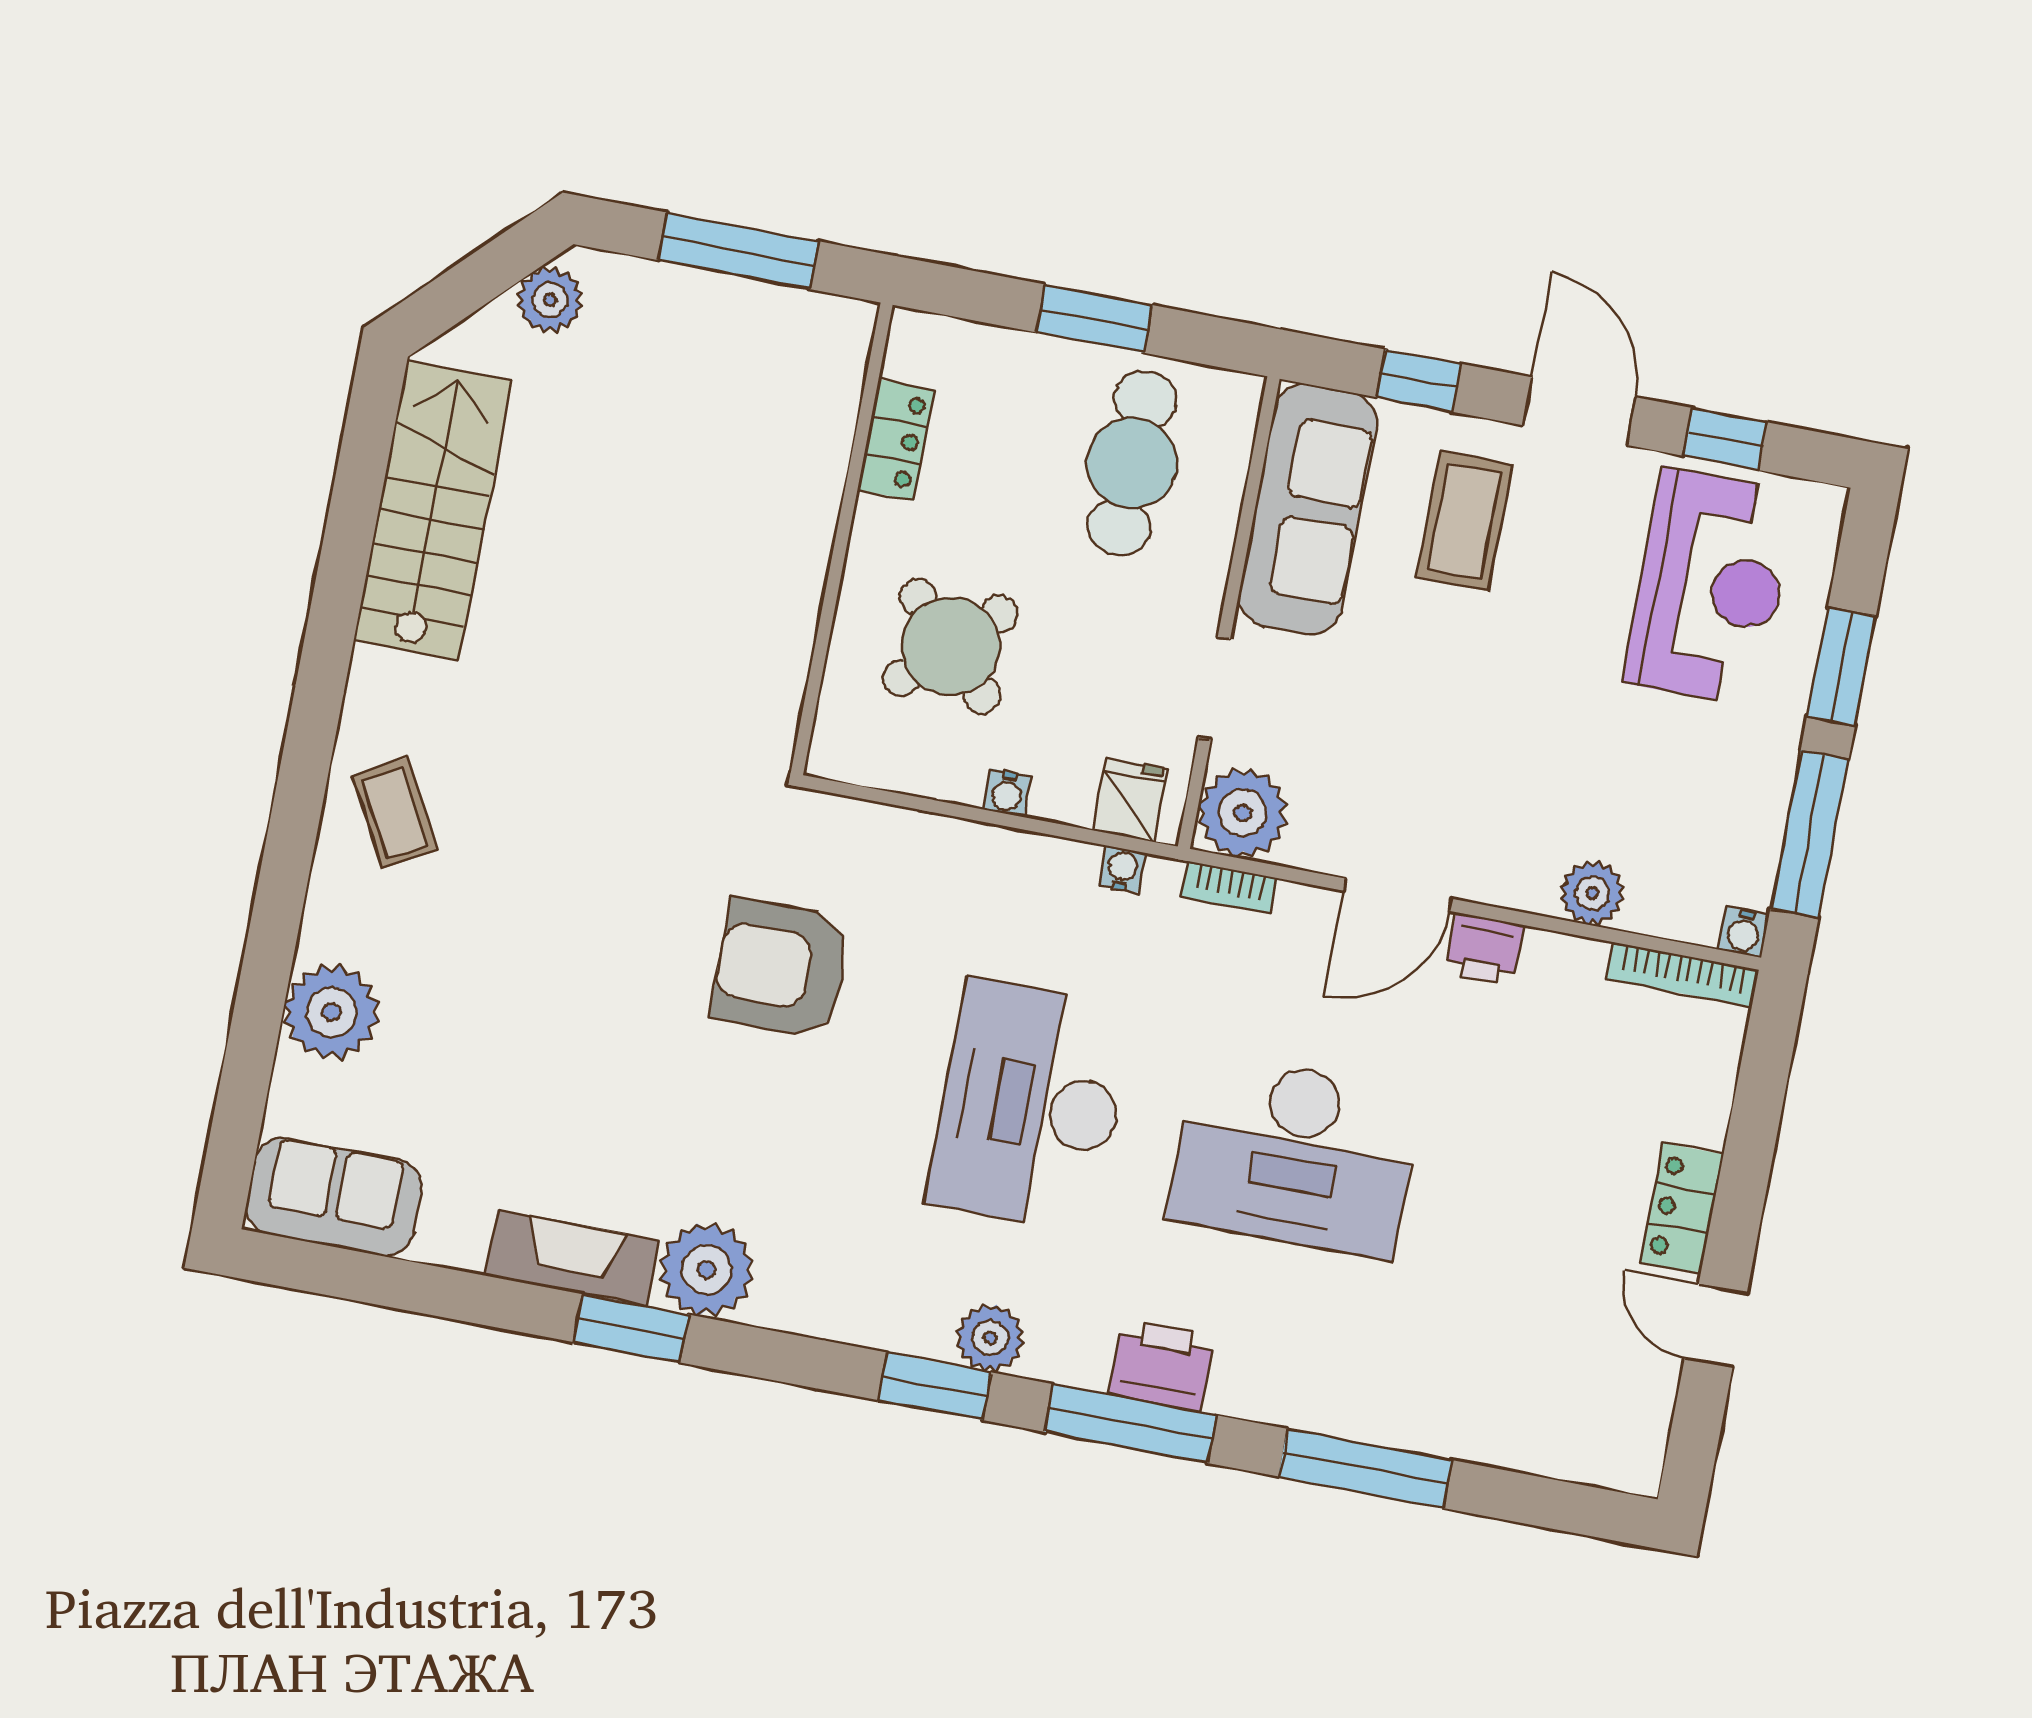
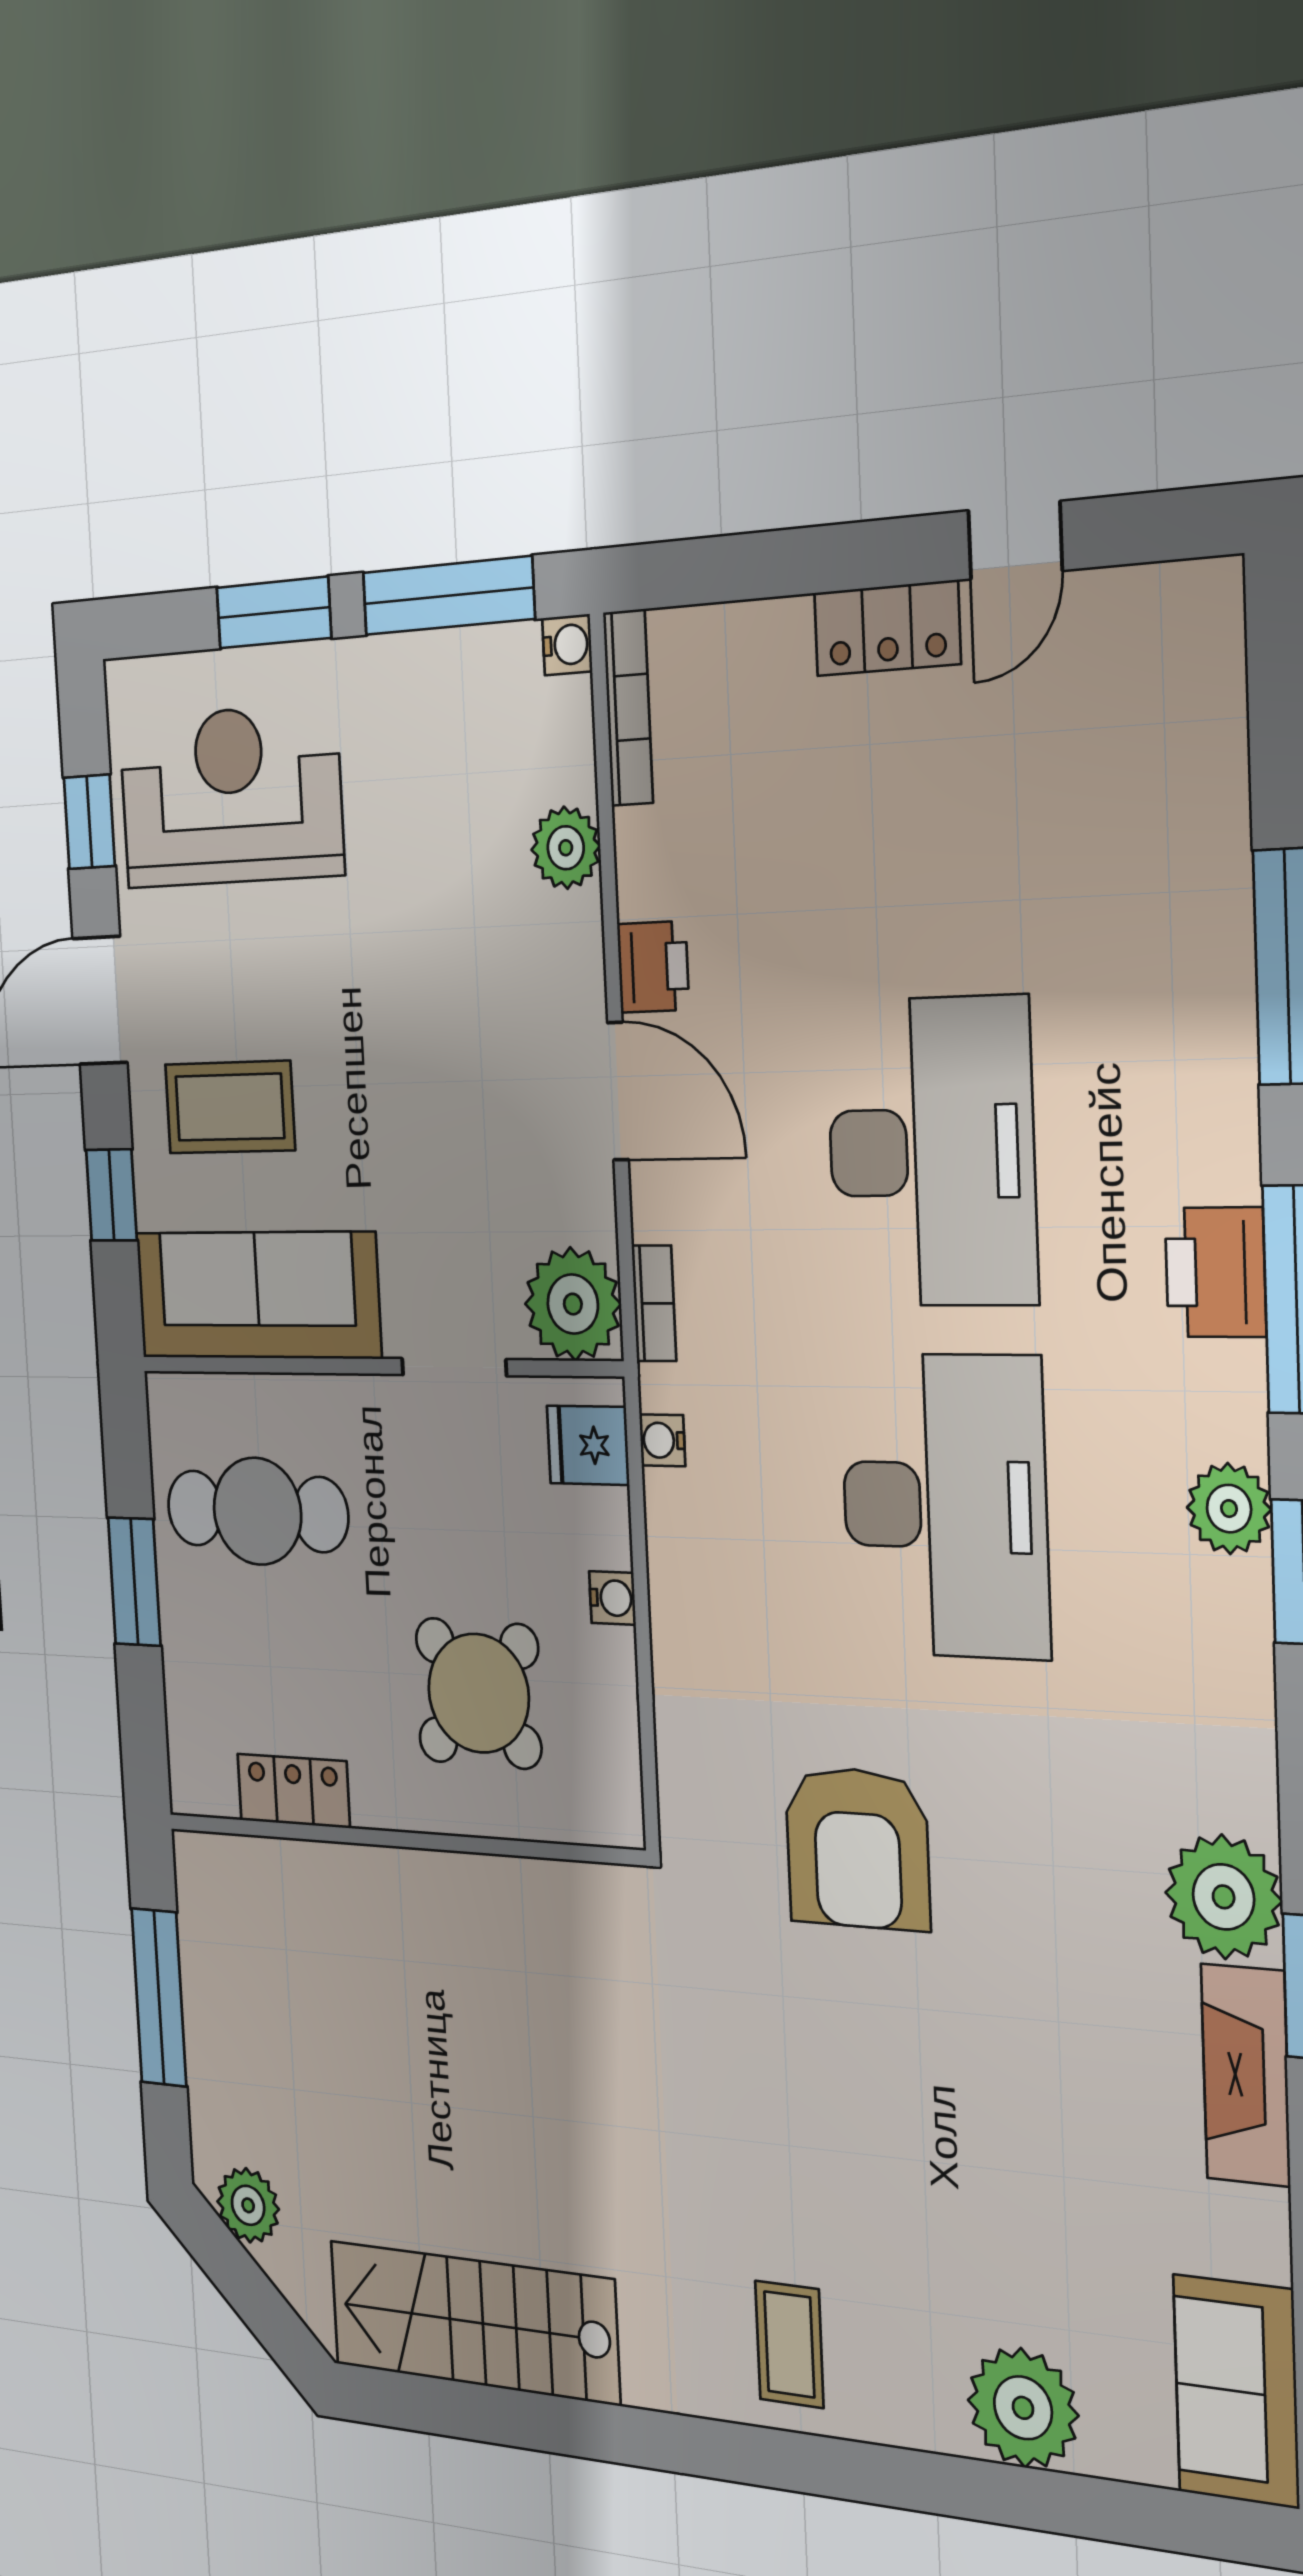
coffee table: (395, 813) -> (789, 2344), turned -61
desk: (1031, 1105) -> (944, 1506), turned -90

